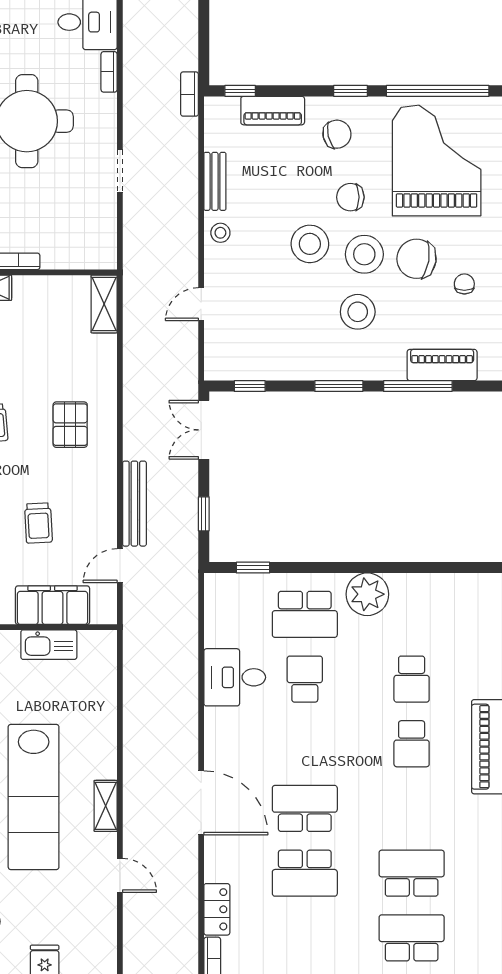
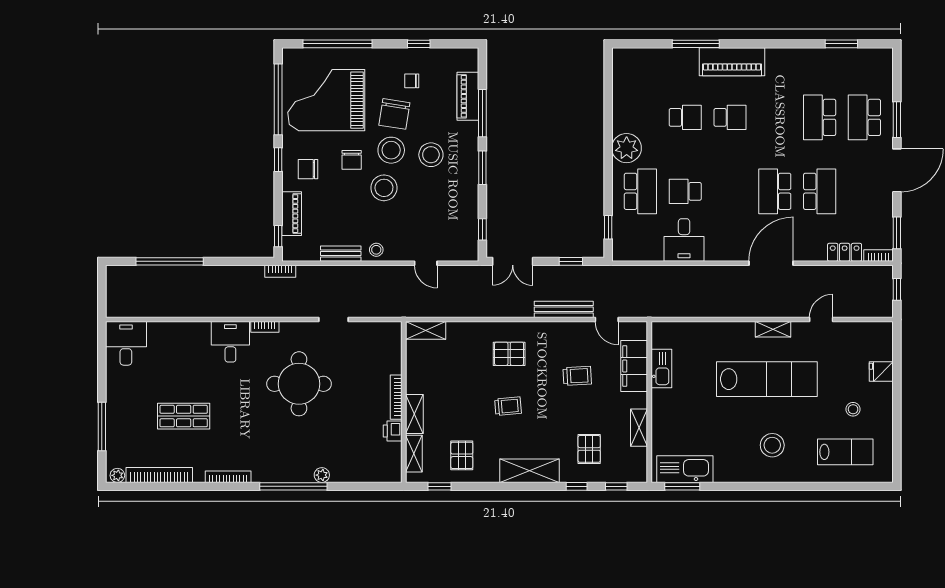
chair: (337, 134) -> (308, 169), turned -77

